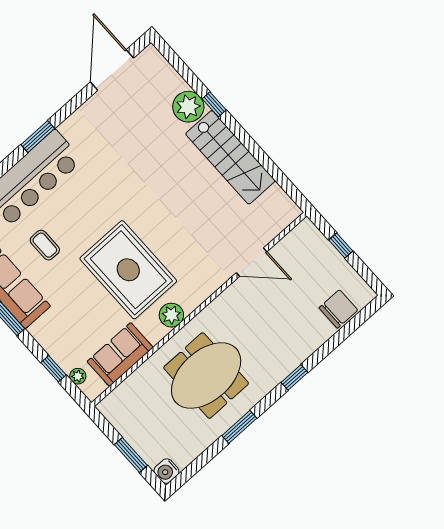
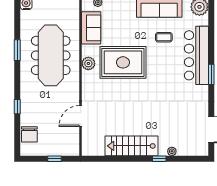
plant: (188, 107) -> (172, 151), width x0.53, depth x0.53
meeting table: (206, 376) -> (51, 55), width x1.36
window: (295, 377) -> (17, 107), moved

